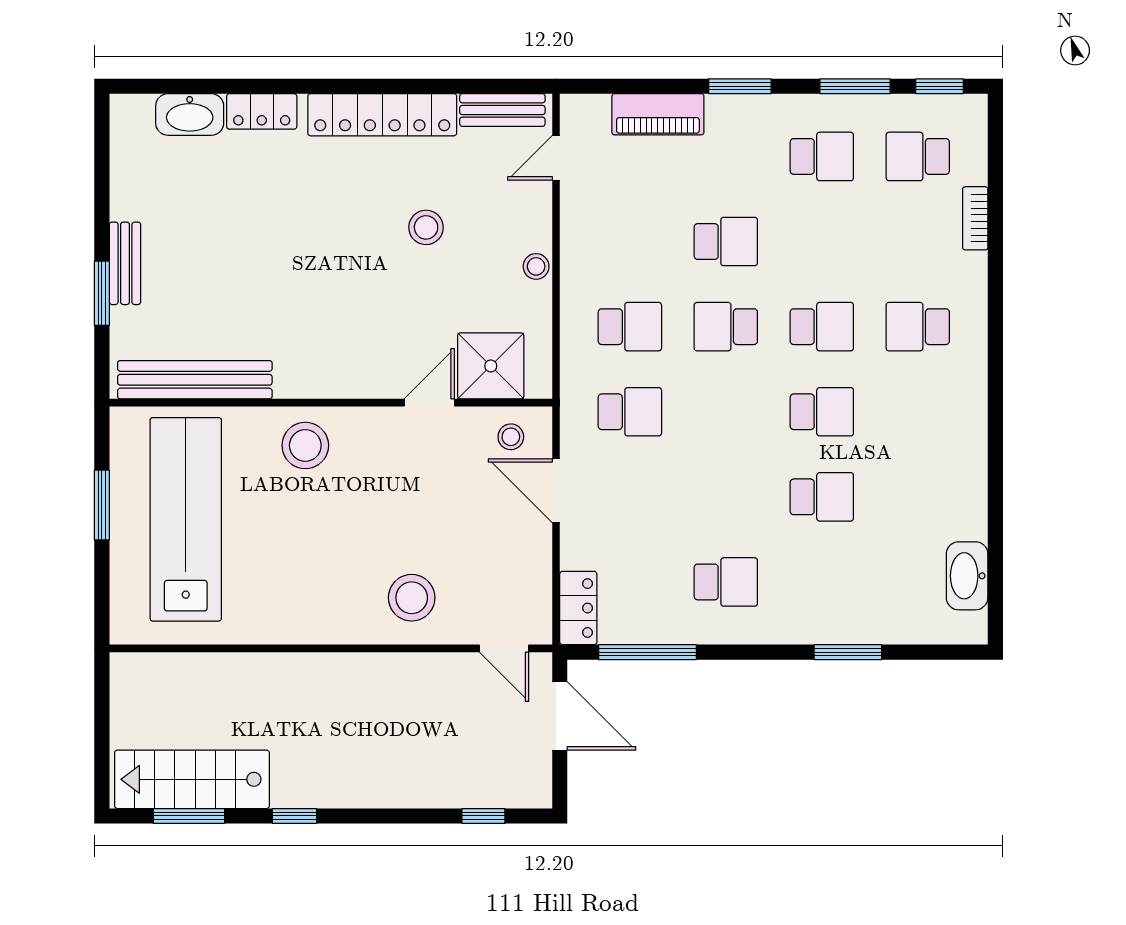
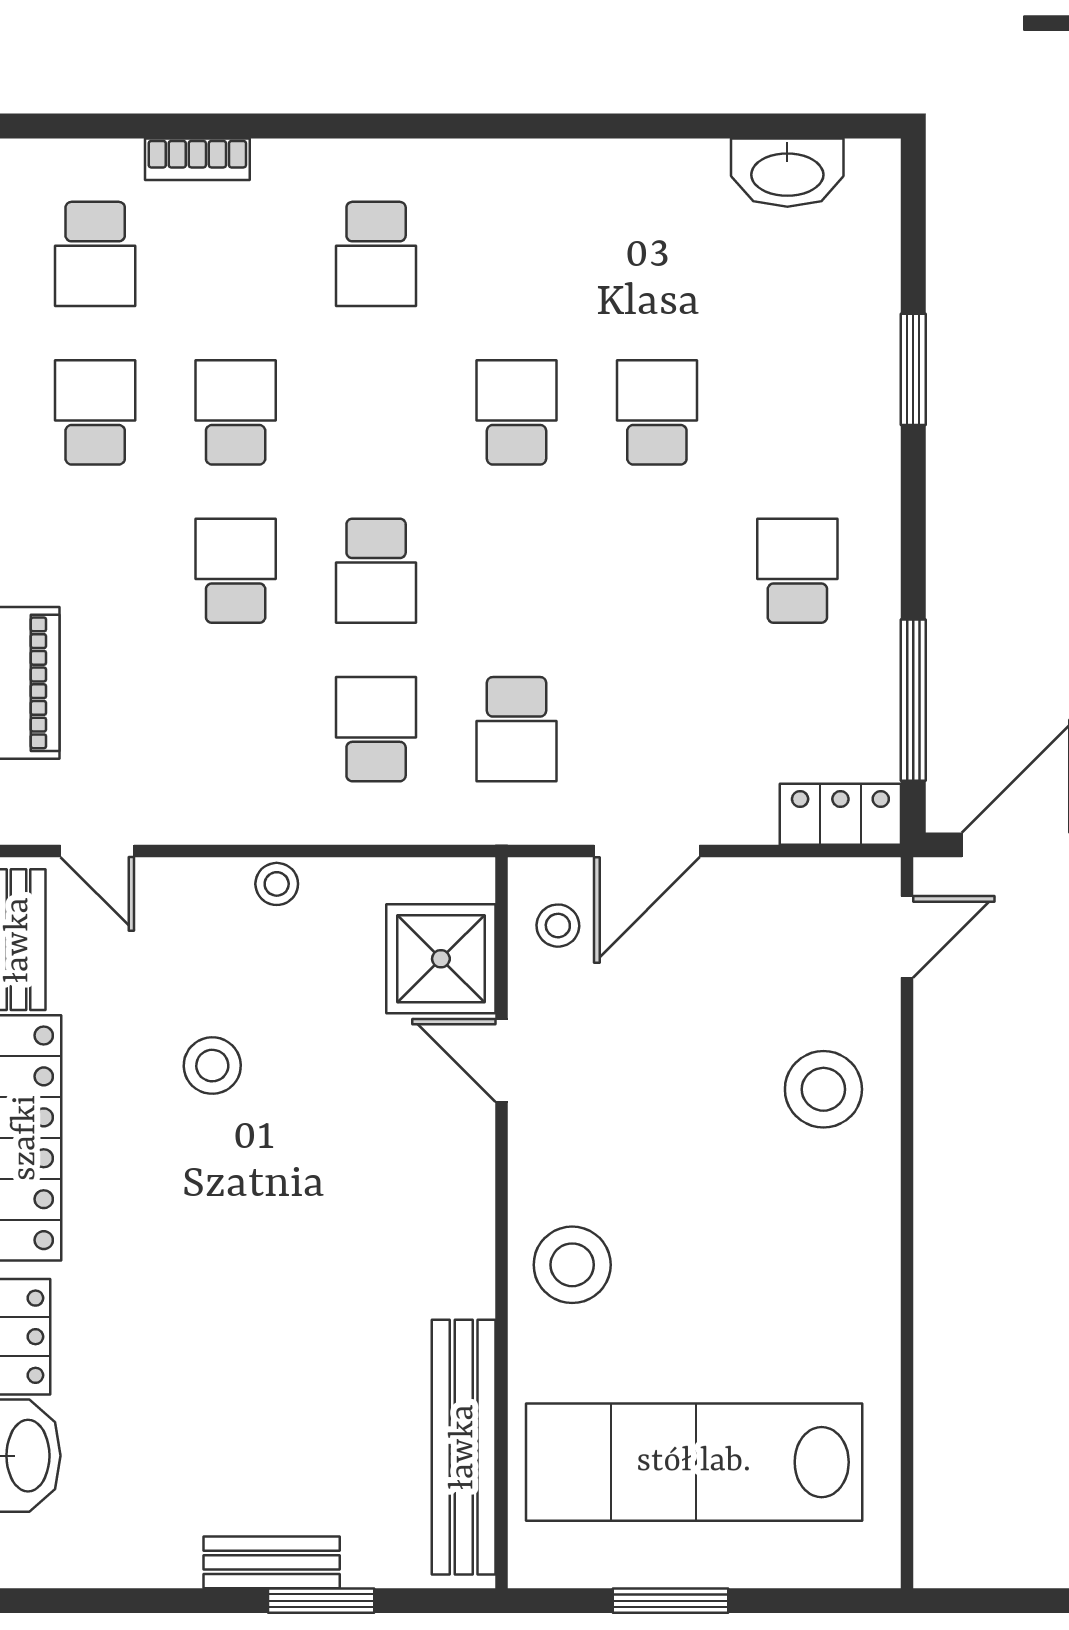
school desk: (822, 327) -> (236, 412), moved
school desk: (630, 412) -> (516, 729), turned 180

